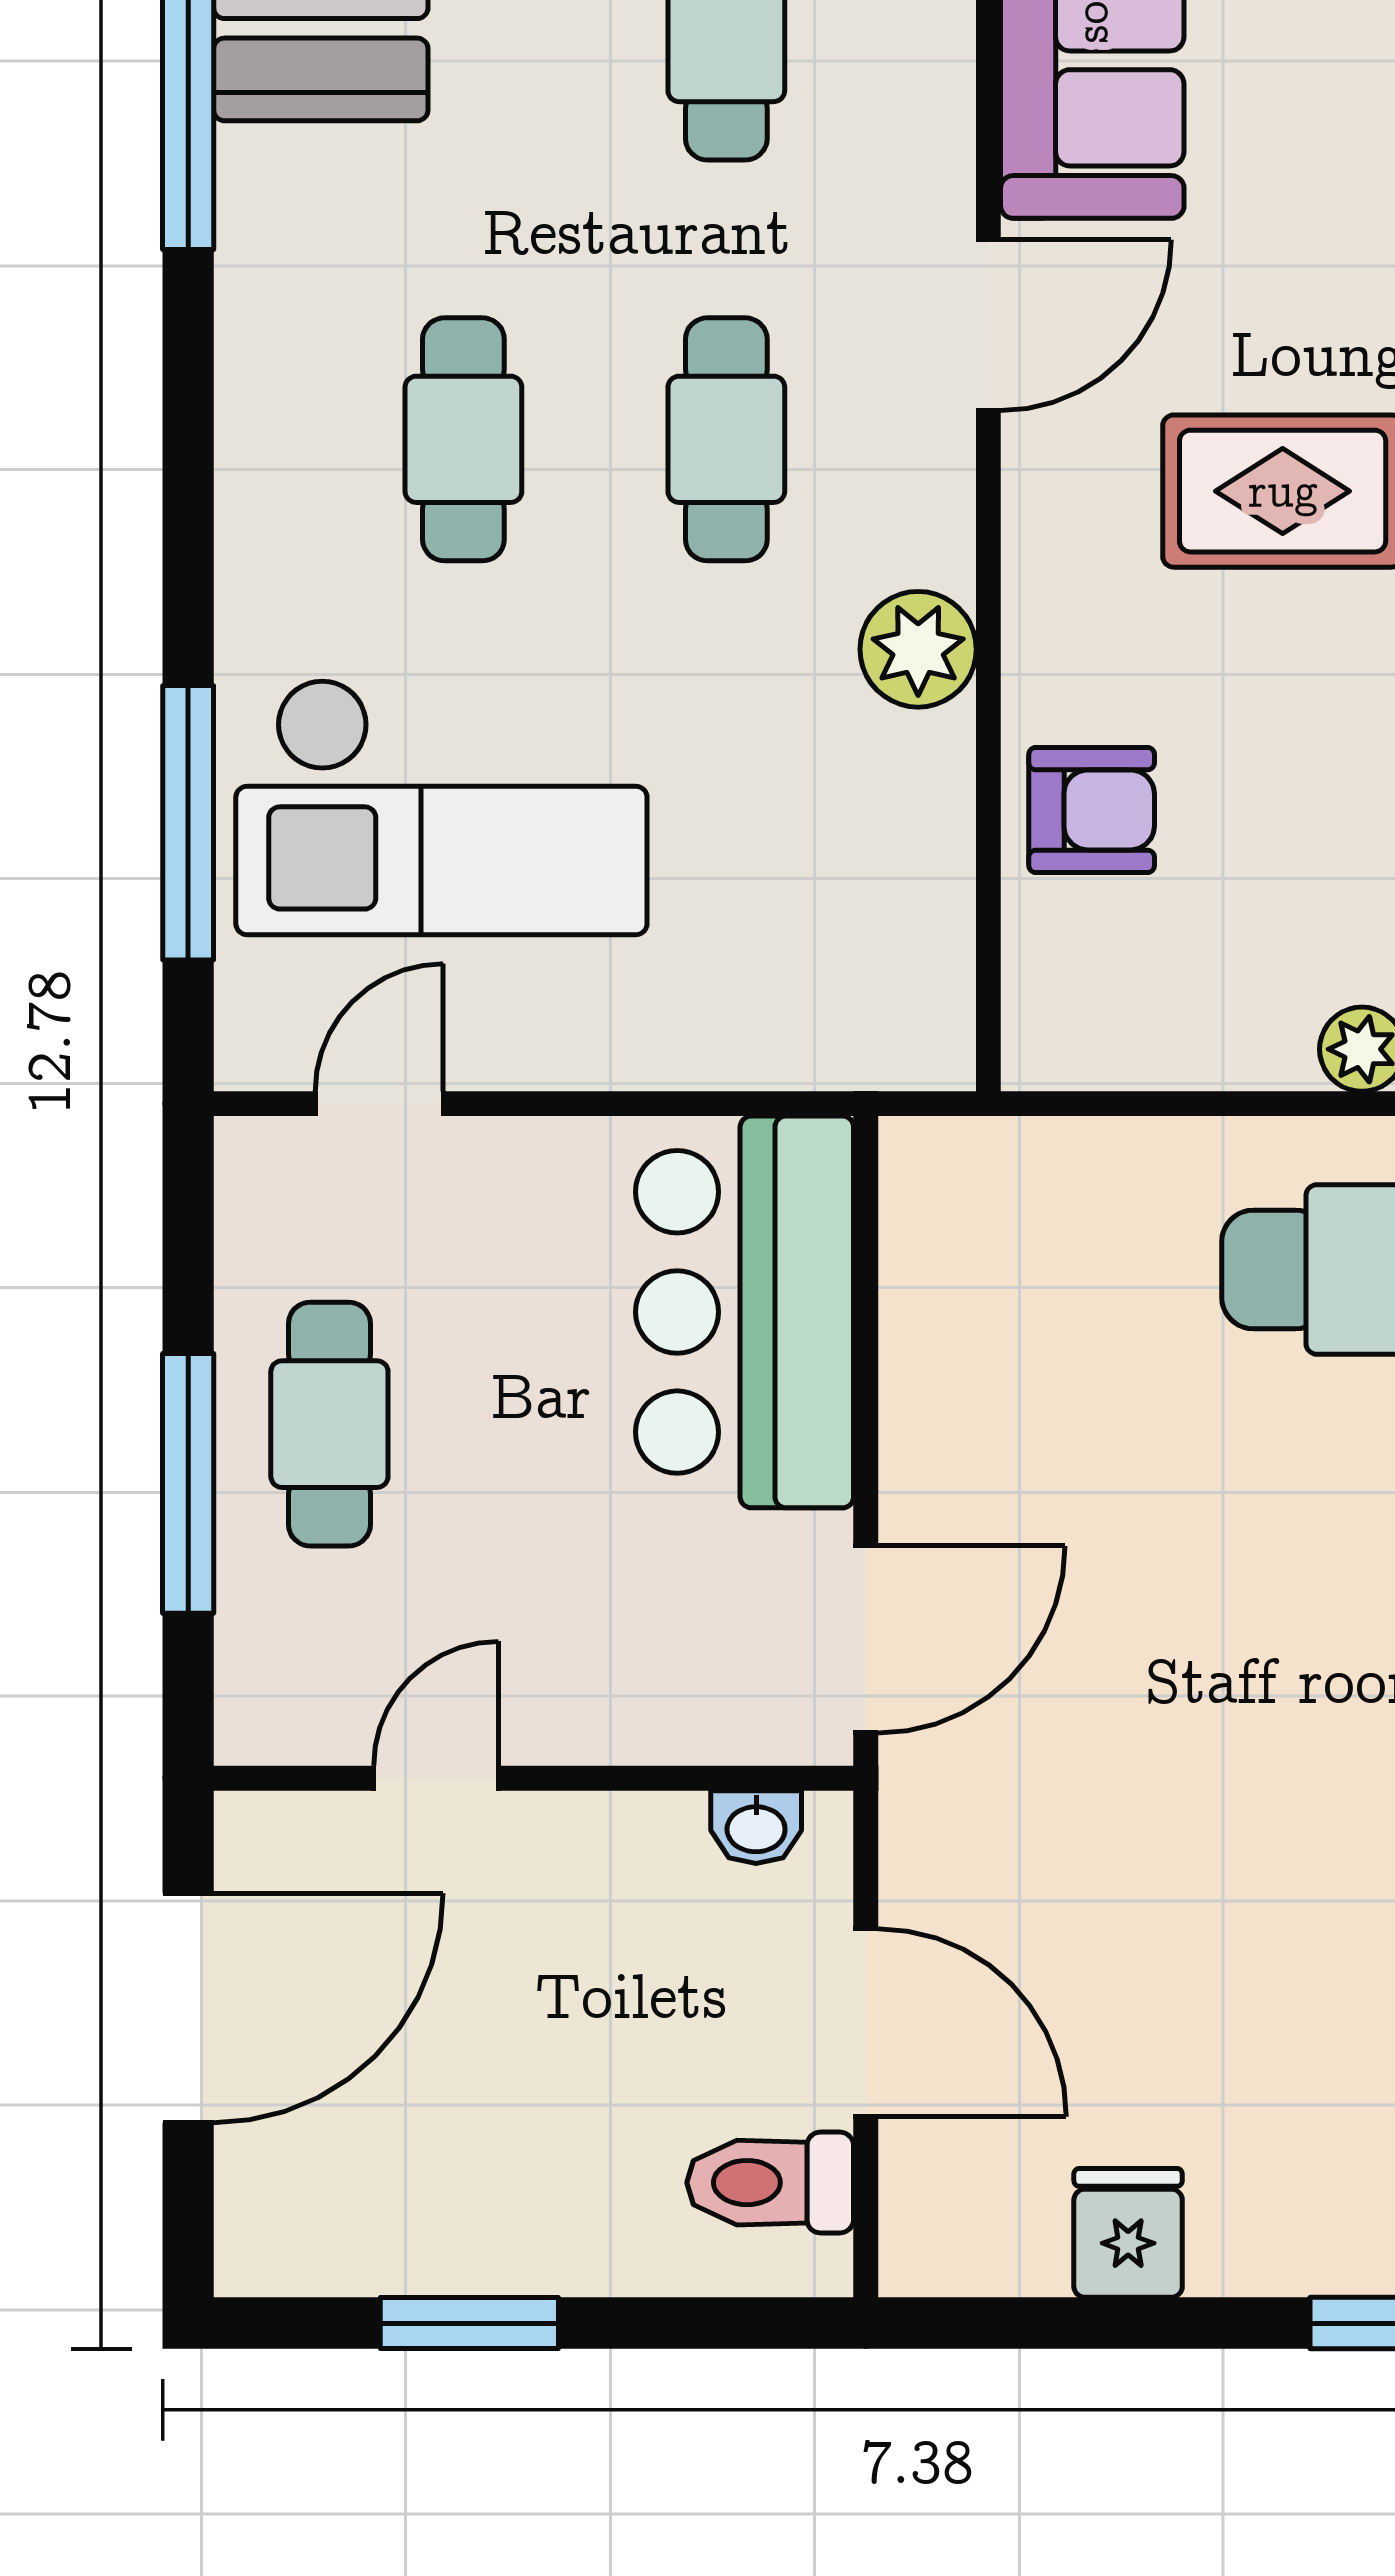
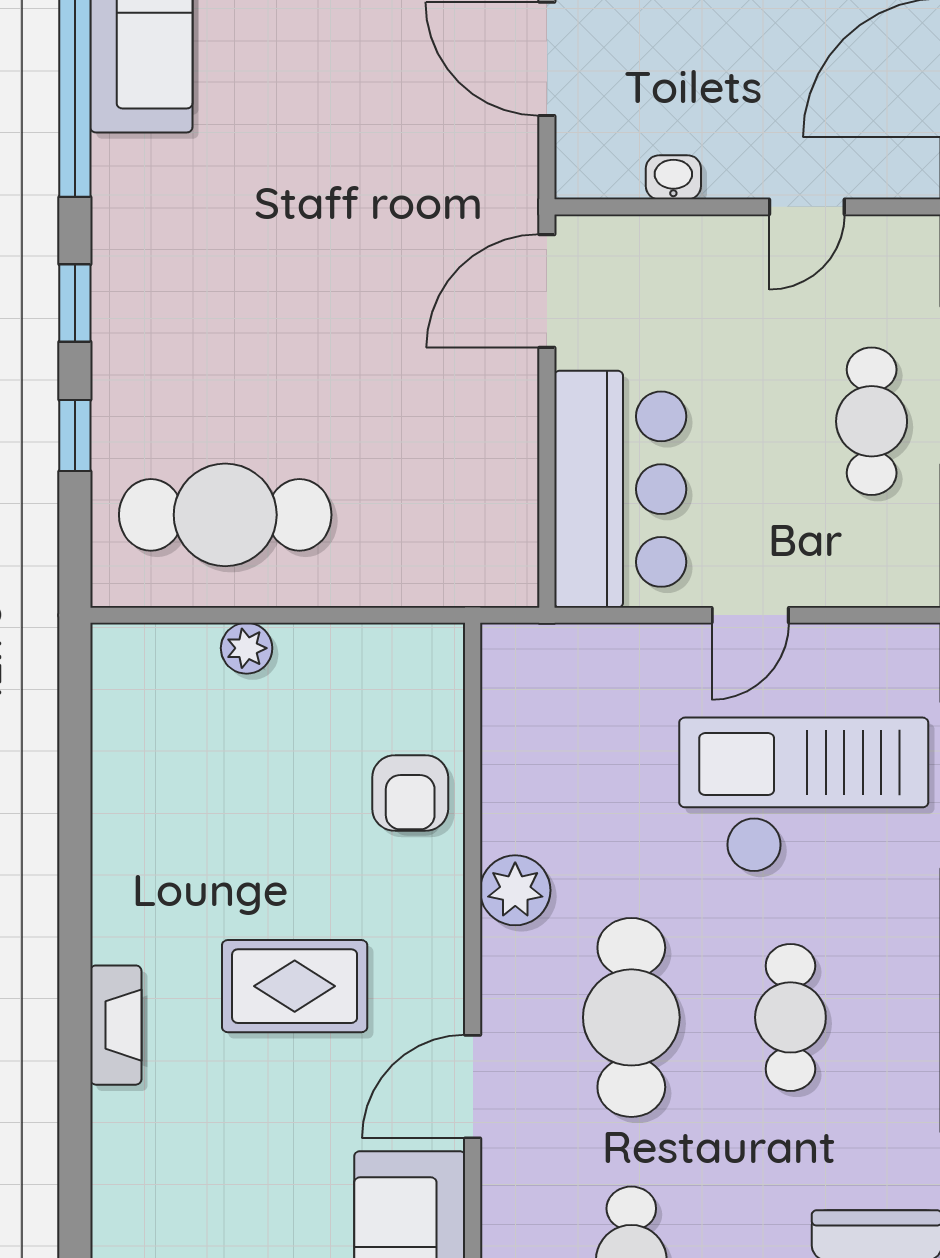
cafe table: (726, 439) -> (631, 1017), width x1.37, depth x1.35
armchair: (1092, 810) -> (410, 793), turned -90
door: (379, 1104) -> (750, 615), moved
washbasin: (756, 1827) -> (673, 177), moved

